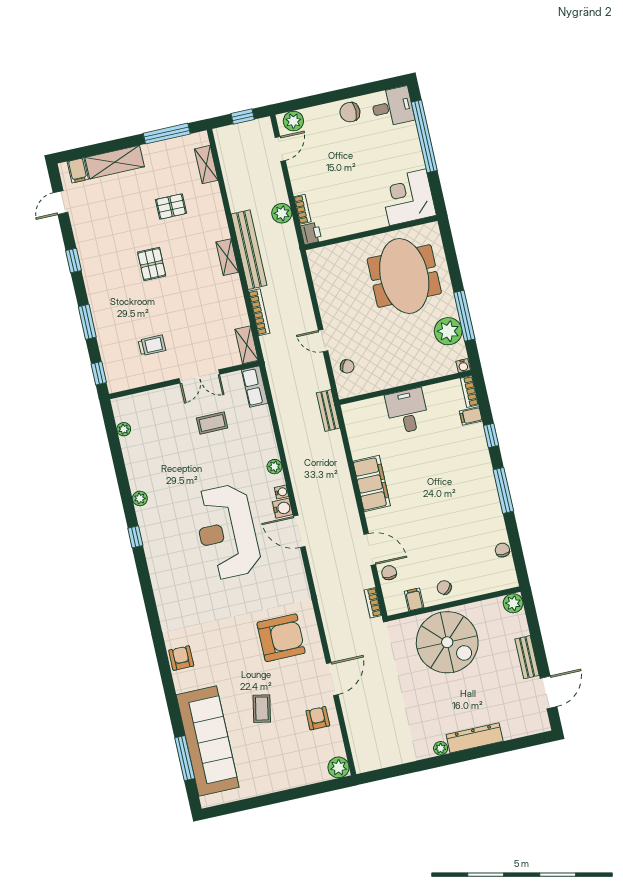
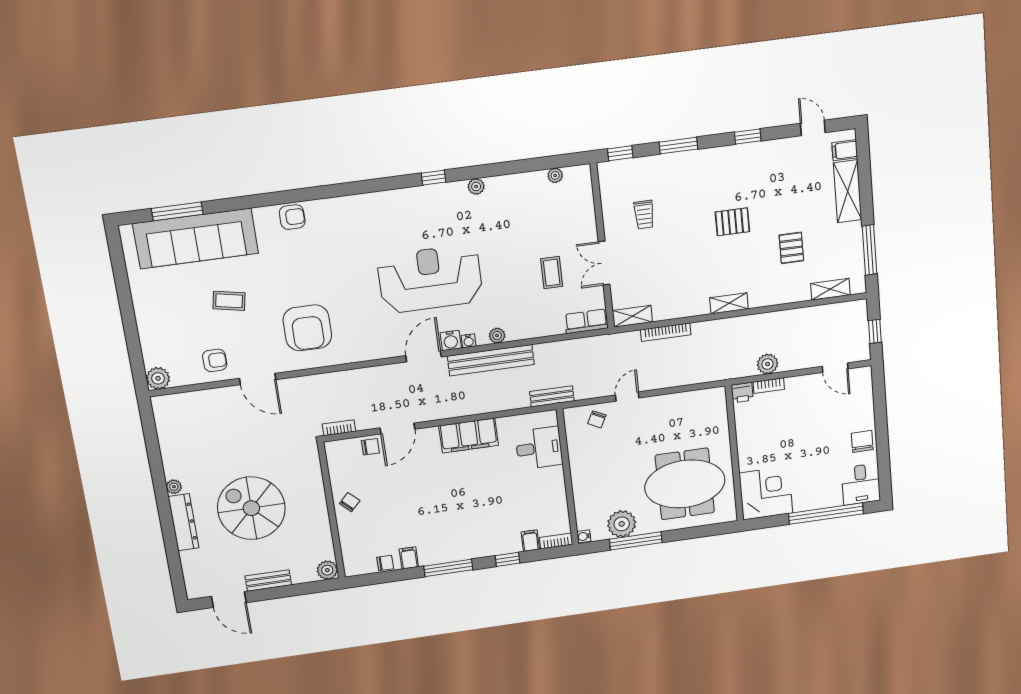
plant: (293, 121) -> (862, 383), removed
bench: (249, 250) -> (491, 360), moved
desk: (407, 411) -> (539, 448), moved
filing cabinet: (414, 599) -> (409, 558), moved, turned -90
spiral stairs: (447, 642) -> (251, 508), moved, turned 90

